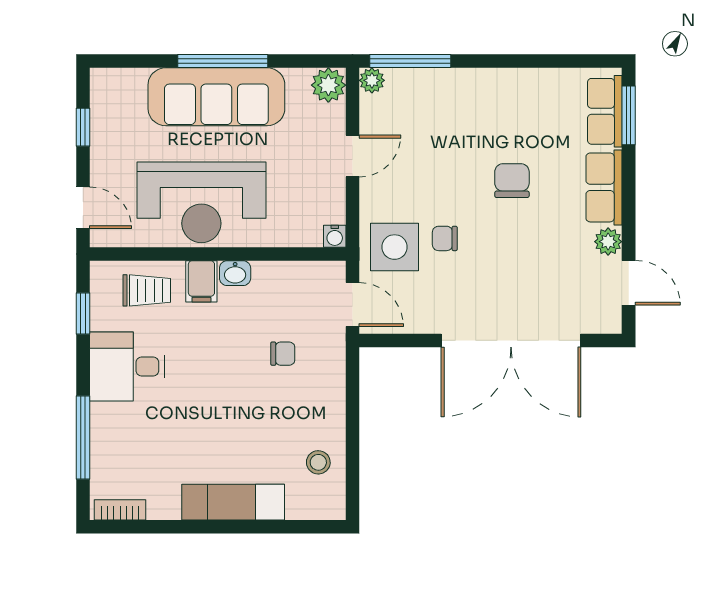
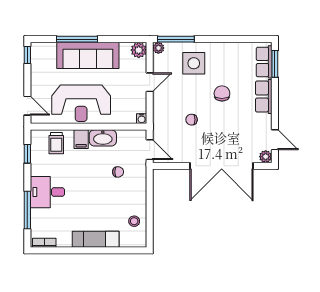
window: (223, 61) -> (77, 39), moved
window: (83, 127) -> (27, 55), moved
plant: (608, 242) -> (266, 157), moved
side table: (395, 247) -> (194, 63), moved
washbasin: (235, 273) -> (103, 138), width x1.91, depth x1.45
trolley: (147, 290) -> (56, 143), turned 90
desk: (127, 366) -> (47, 192), moved

